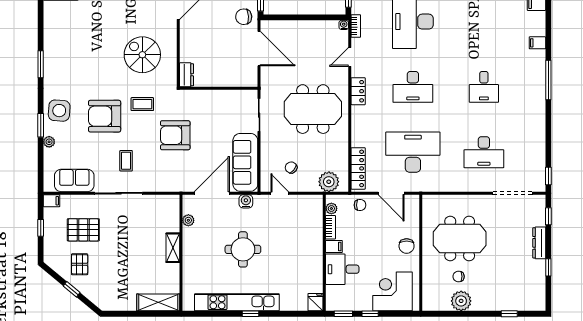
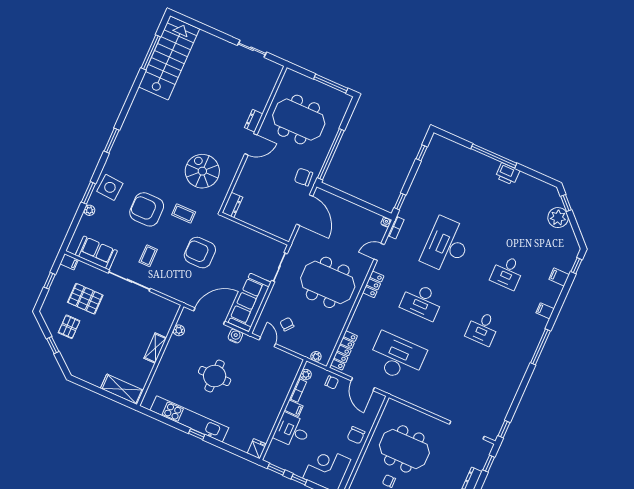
desk: (484, 152) -> (507, 272), moved, width x0.73
plant: (329, 182) -> (316, 356), width x0.53, depth x0.53

